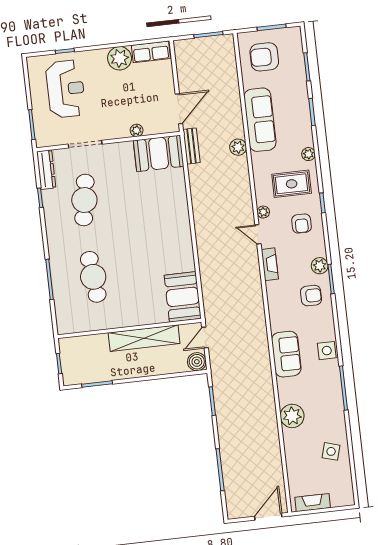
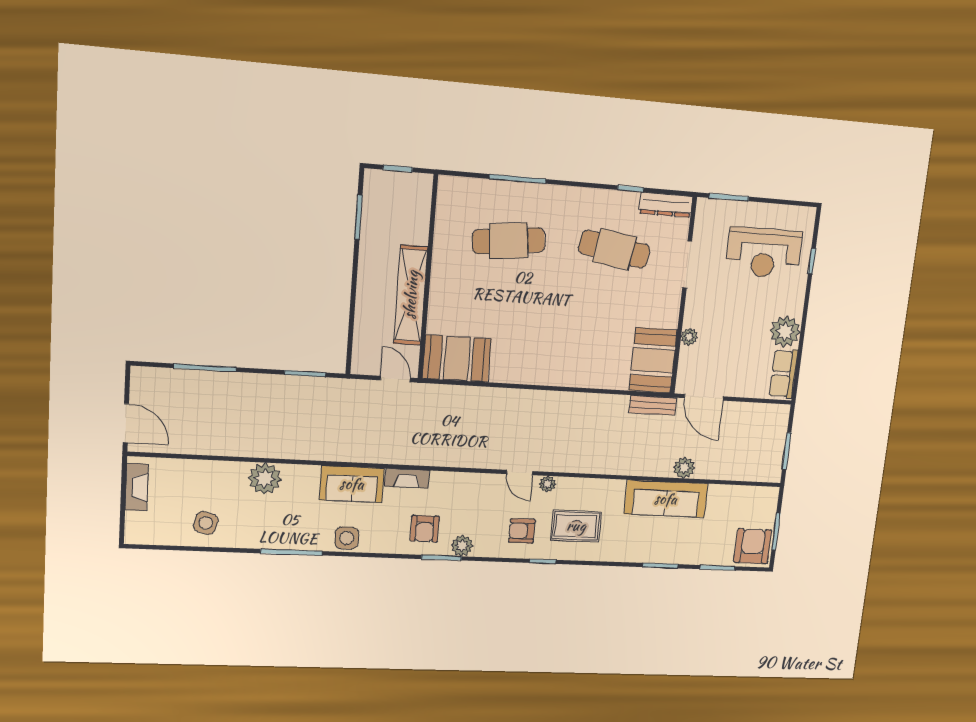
armchair: (264, 57) -> (753, 546), moved
plant: (238, 147) -> (684, 468), moved
plant: (308, 154) -> (609, 553), removed
rug: (292, 184) -> (576, 526), turned 90
door: (258, 234) -> (520, 473), swing flipped
fireplace: (270, 264) -> (407, 478), moved
boiler: (197, 362) -> (364, 362), removed

